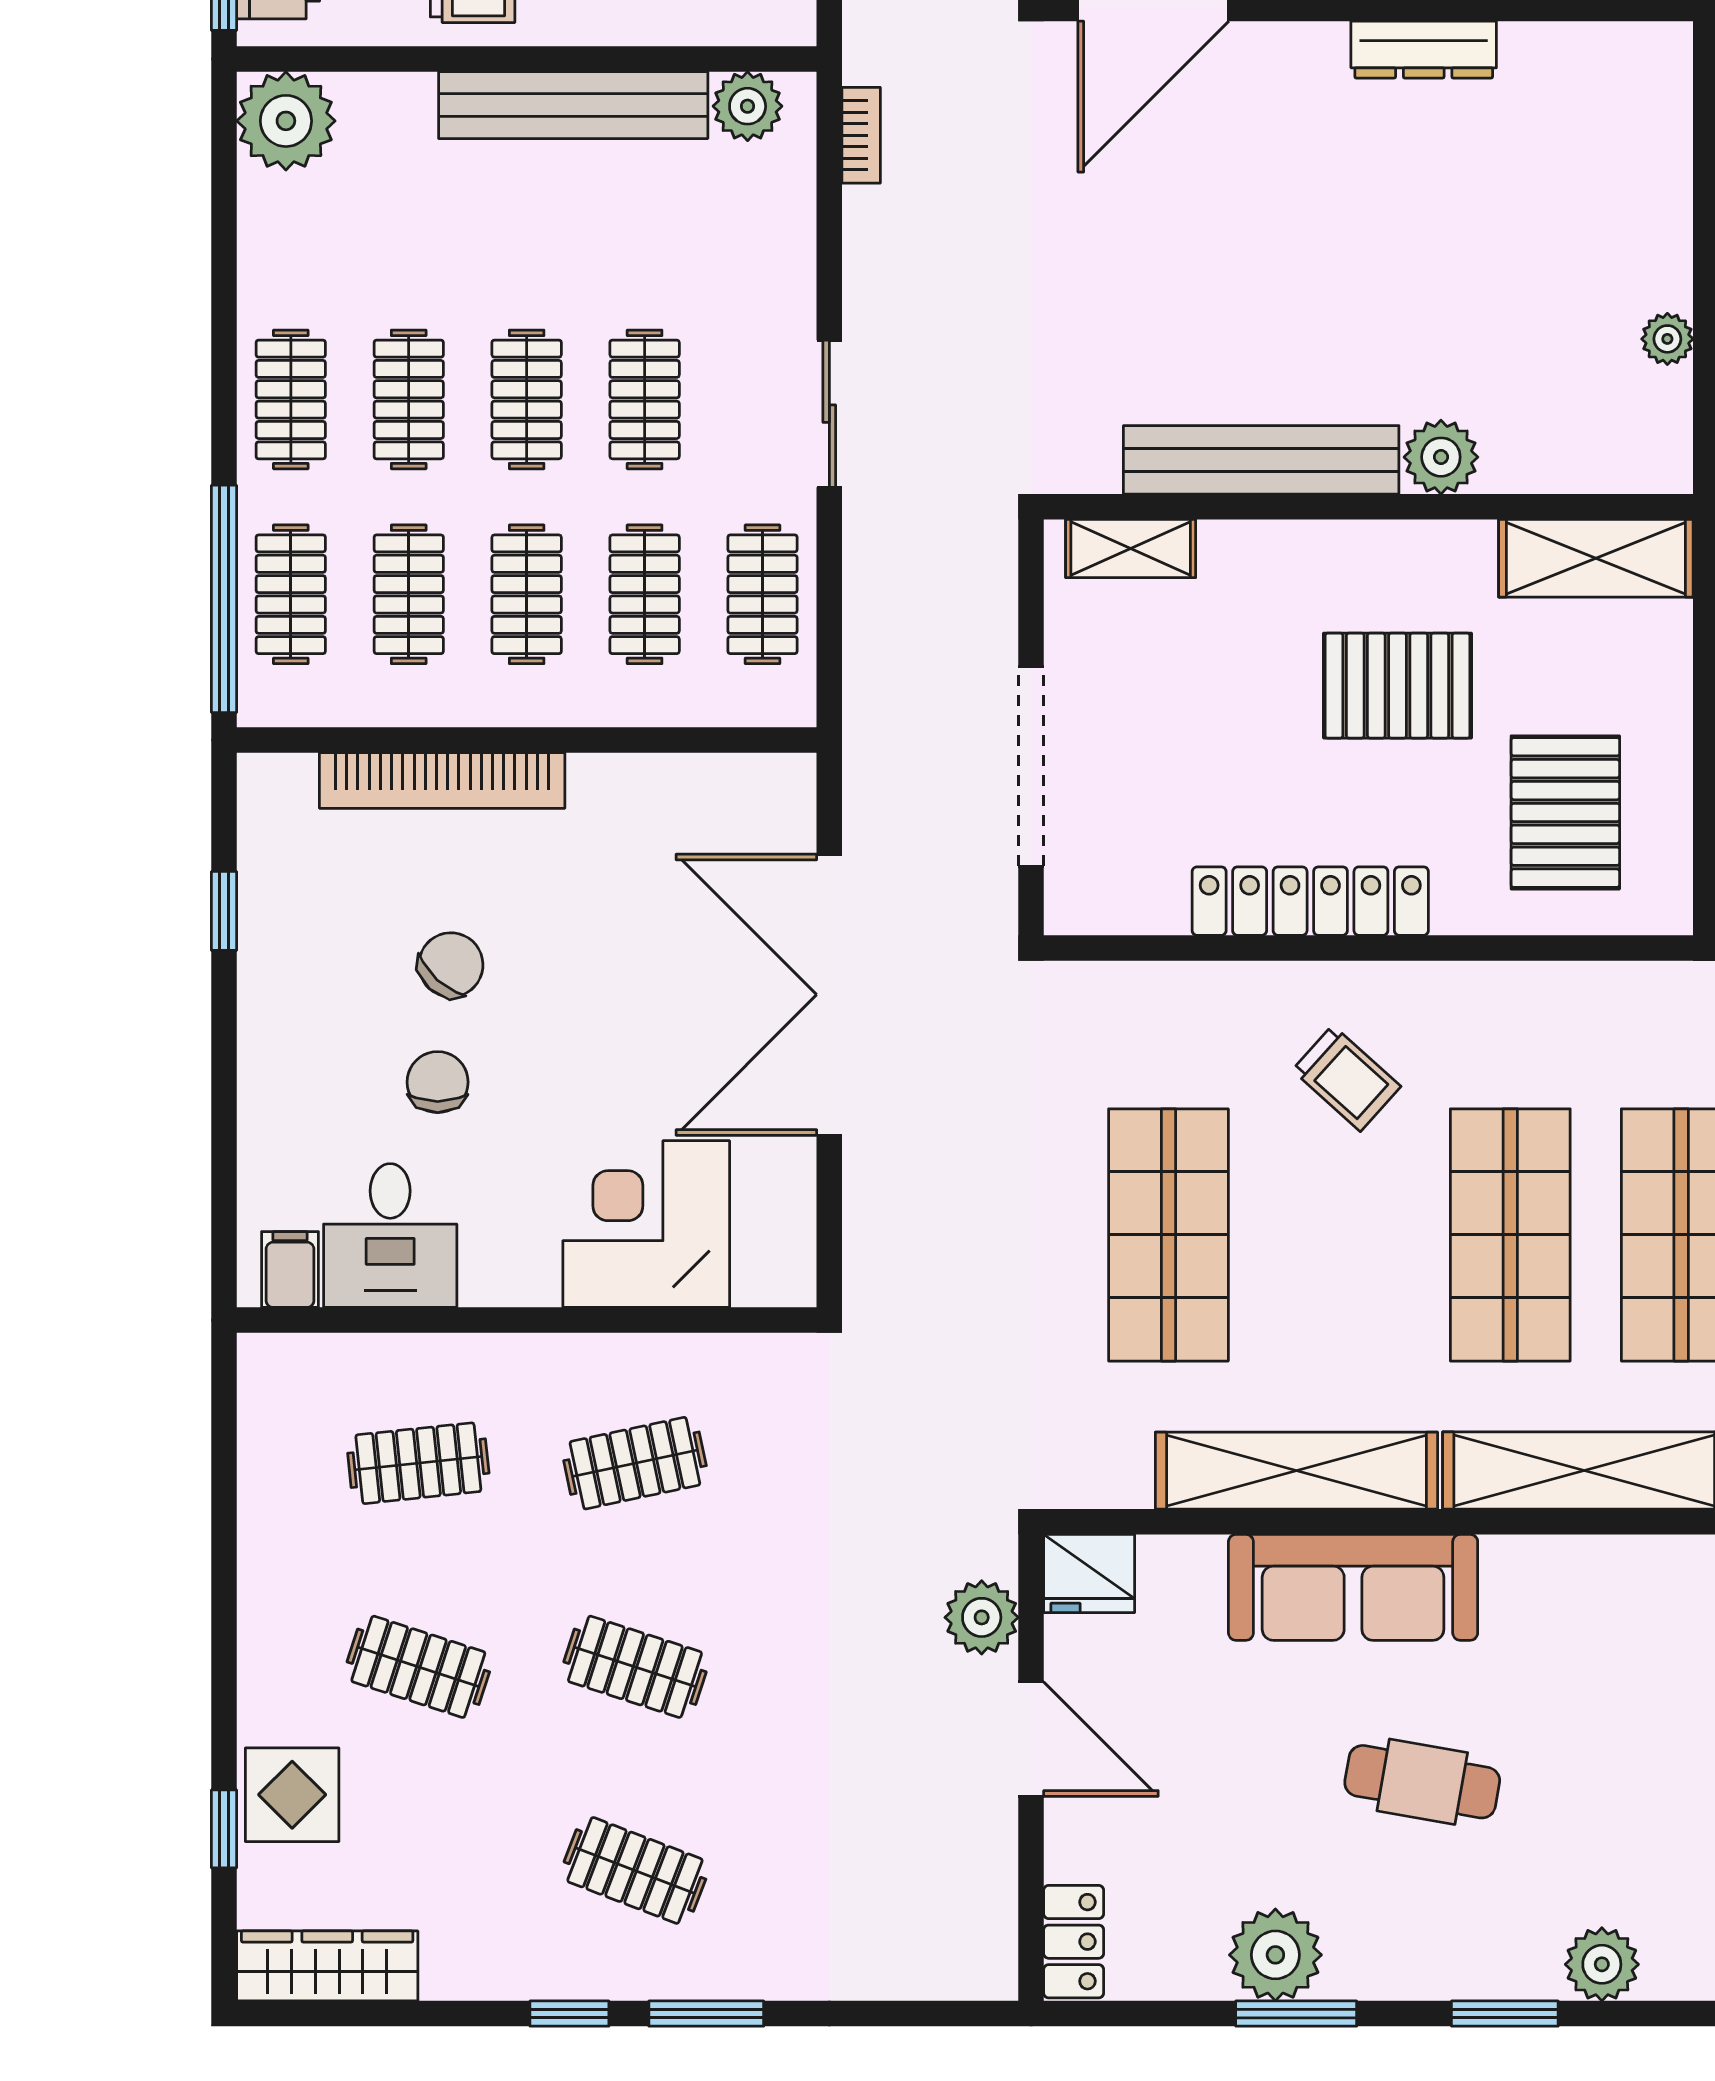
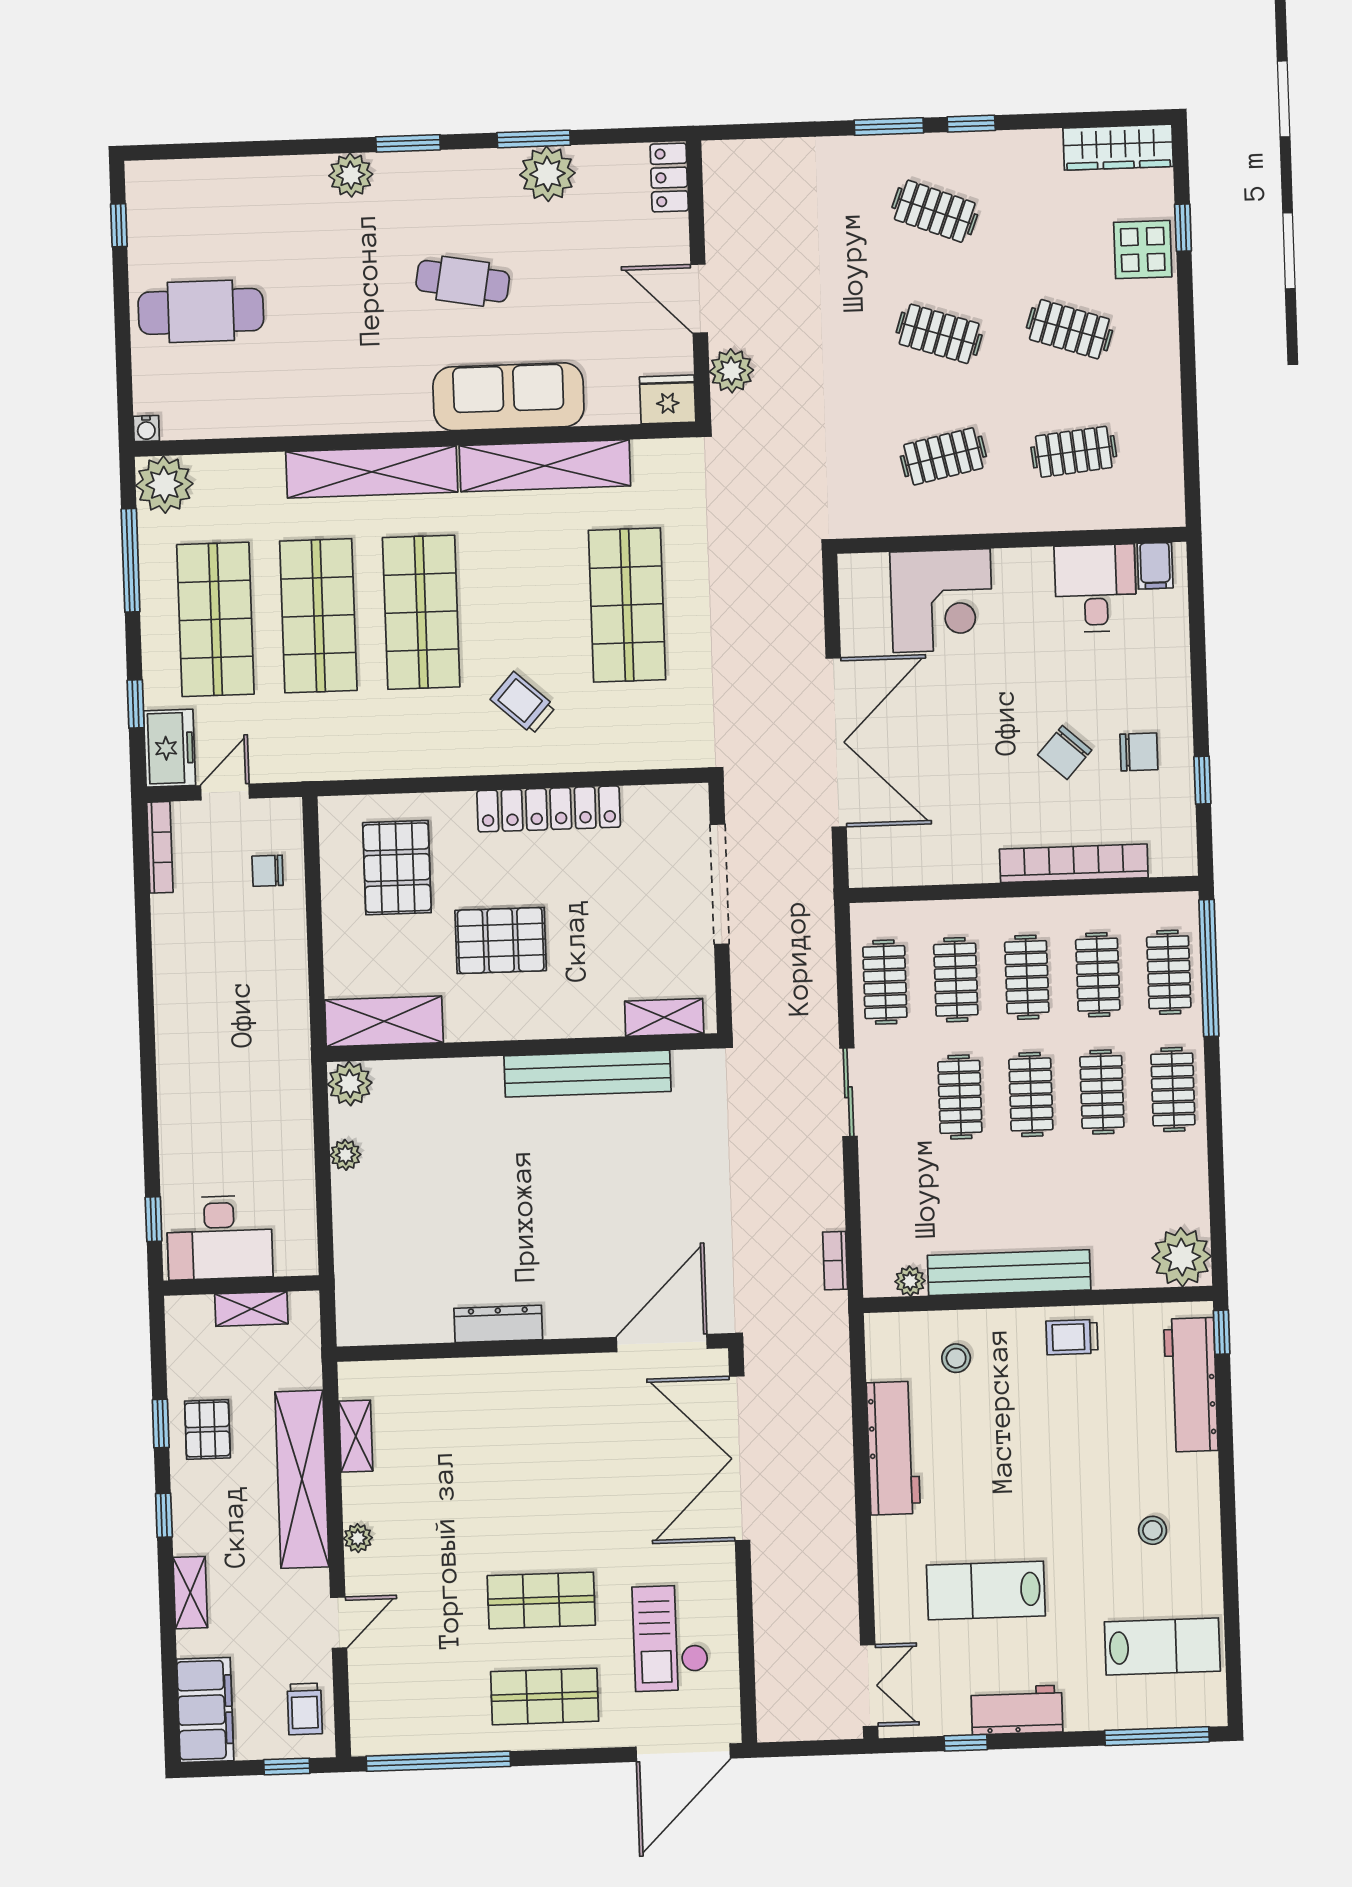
plant: (748, 106) -> (910, 1281), width x0.73, depth x0.73
plant: (1441, 457) -> (350, 1084), moved
chair: (438, 1082) -> (1139, 752), moved, turned -90

